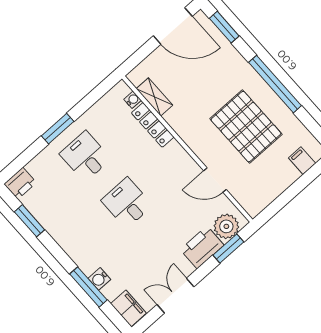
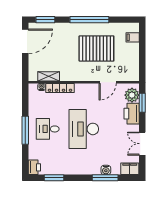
window: (58, 129) -> (25, 130), width x1.44
desk: (127, 203) -> (84, 129), width x1.87, depth x1.30

